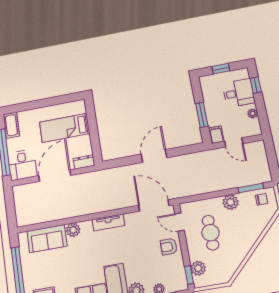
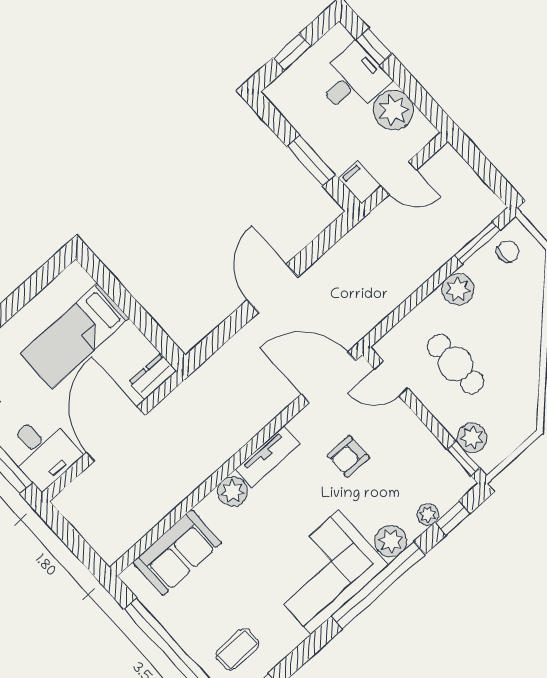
plant: (253, 114) -> (393, 110), width x1.88, depth x1.88
plant: (73, 230) -> (233, 491), moved
armchair: (169, 247) -> (348, 457), moved

